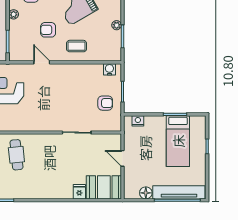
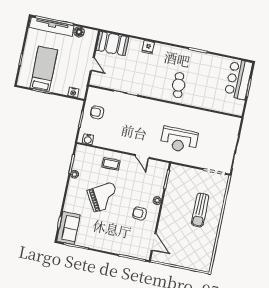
armchair: (48, 30) -> (131, 182), removed
fridge: (79, 192) -> (148, 47), moved

